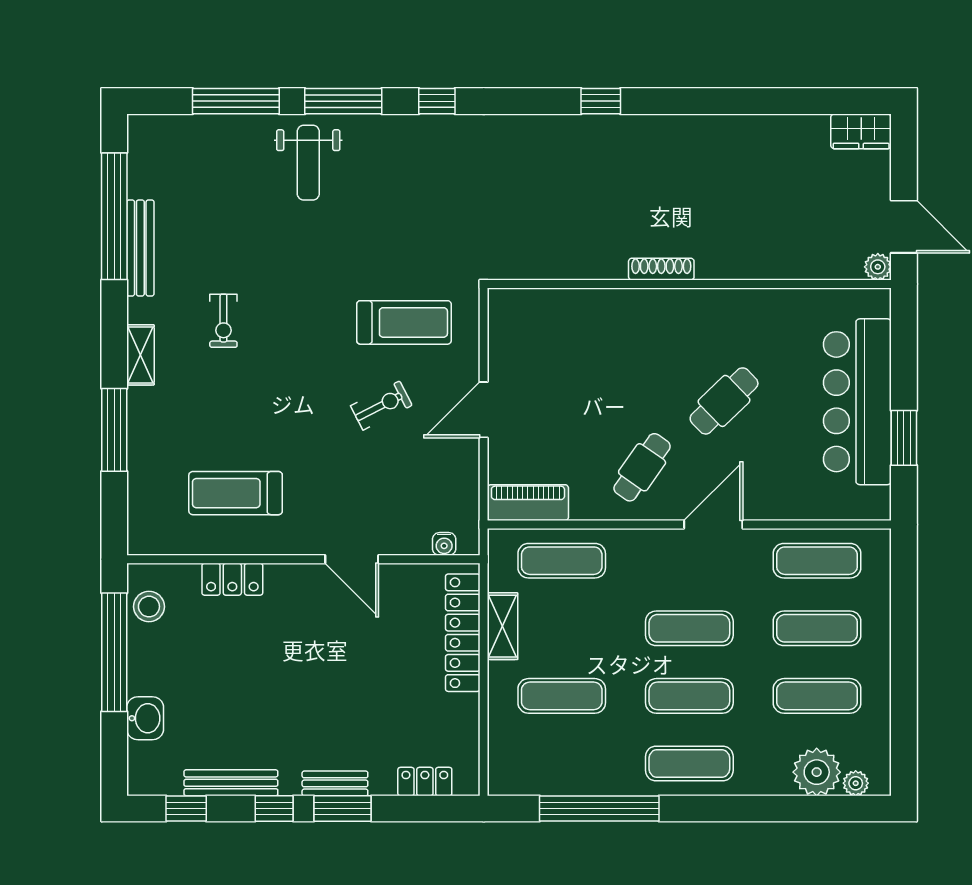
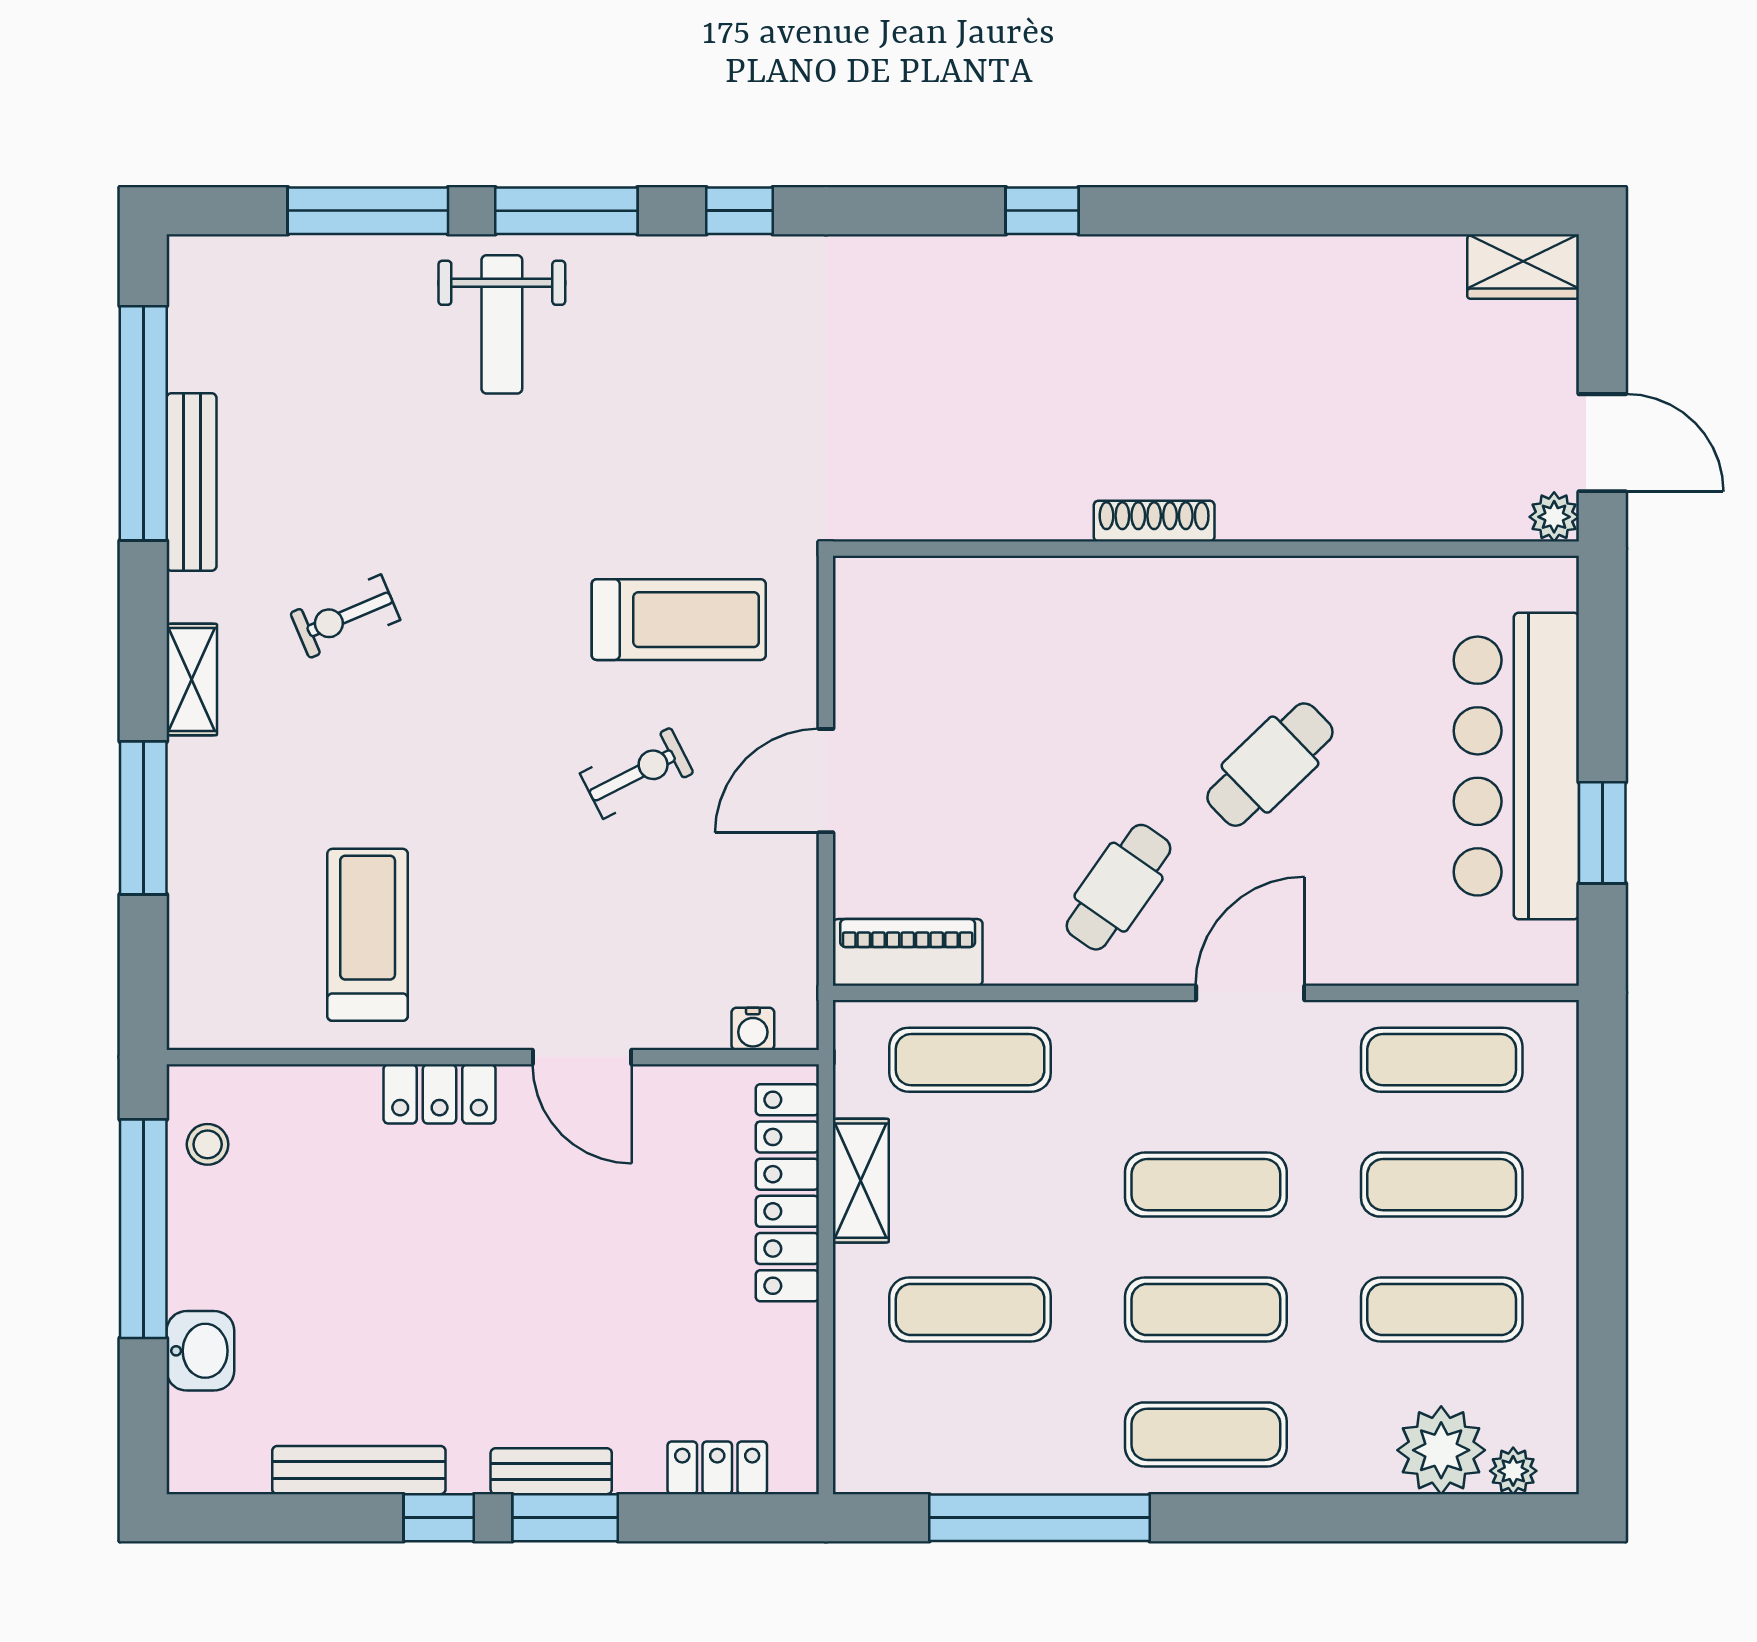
exercise bike: (223, 321) -> (345, 616), turned 67
treadmill: (236, 493) -> (368, 935), turned 90
locker: (232, 579) -> (440, 1094), moved
stool: (149, 607) -> (208, 1144), width x0.73, depth x0.73
window: (186, 809) -> (276, 1518), removed

